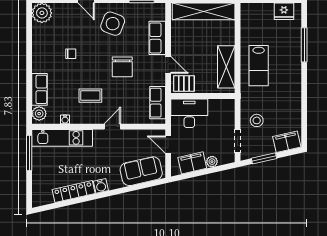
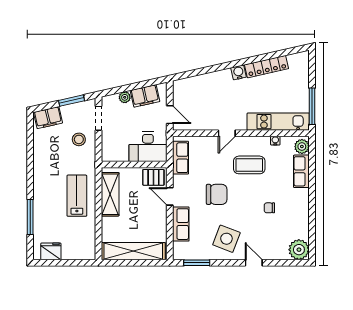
chair: (122, 67) -> (217, 194), turned 90
coffee table: (90, 96) -> (249, 165), width x1.36, depth x1.30
sofa: (141, 171) -> (197, 87), removed

